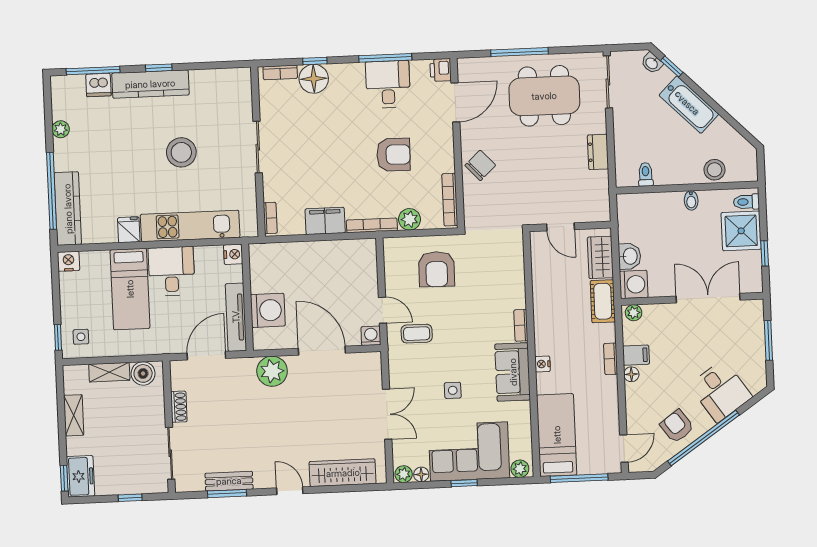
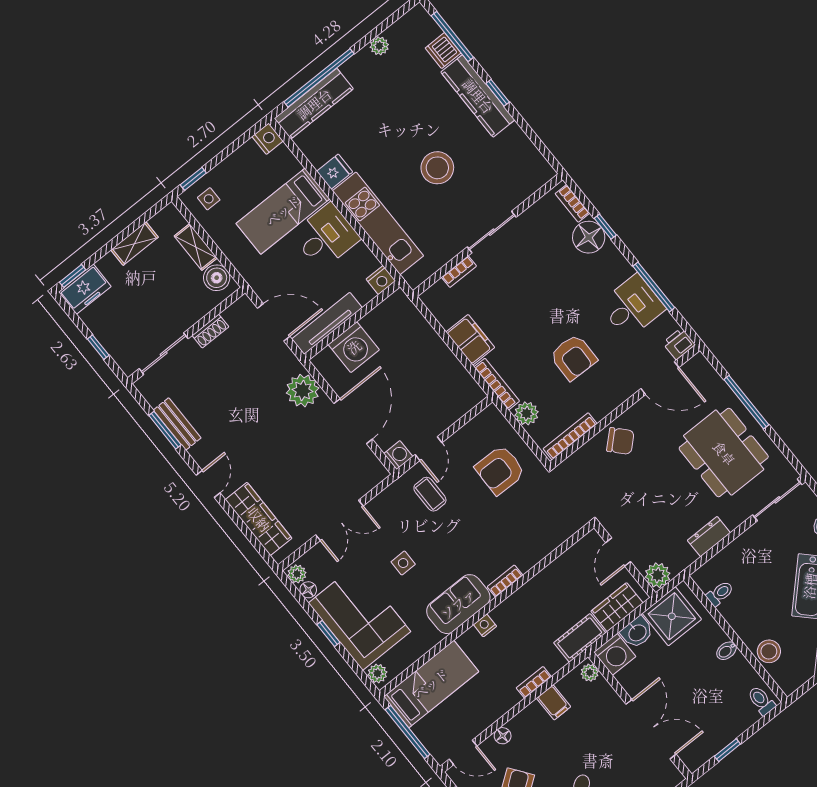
plant: (599, 210) -> (658, 575), added
bookcase: (270, 218) -> (459, 272), moved
shower: (741, 231) -> (672, 616), moved
floor lamp: (631, 374) -> (503, 736), moved

